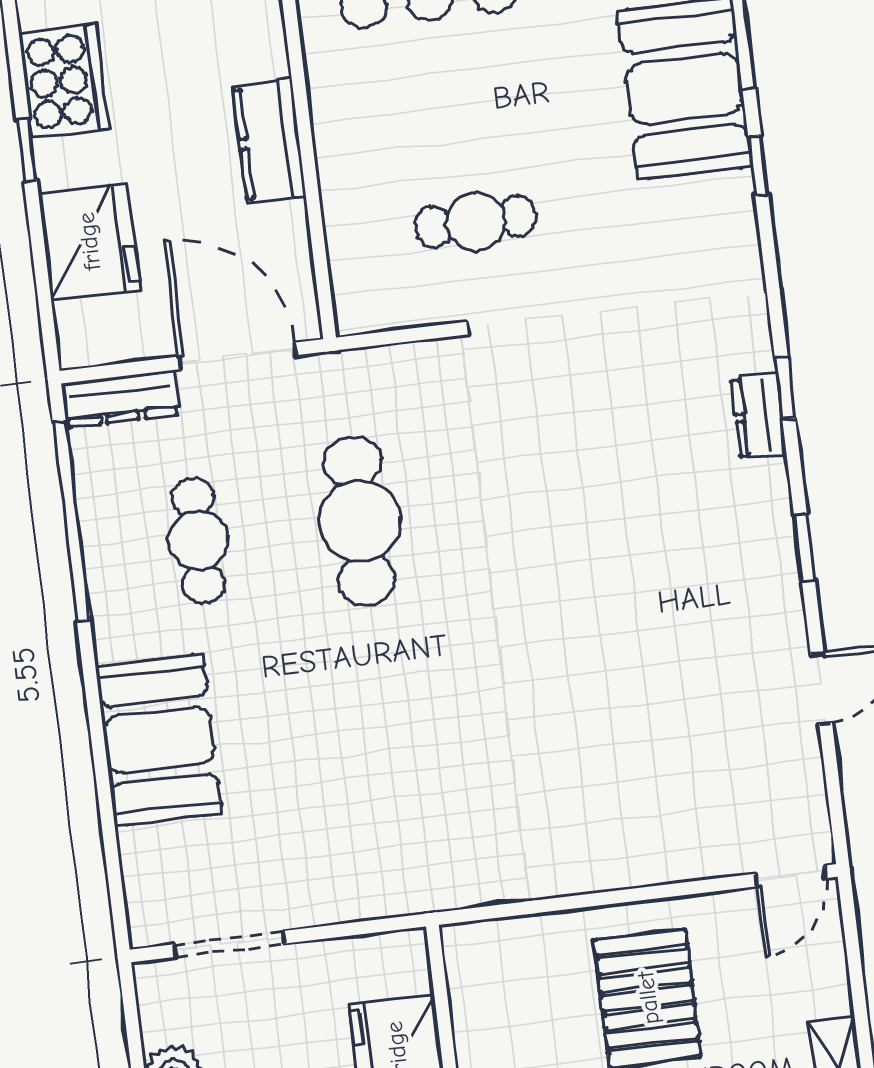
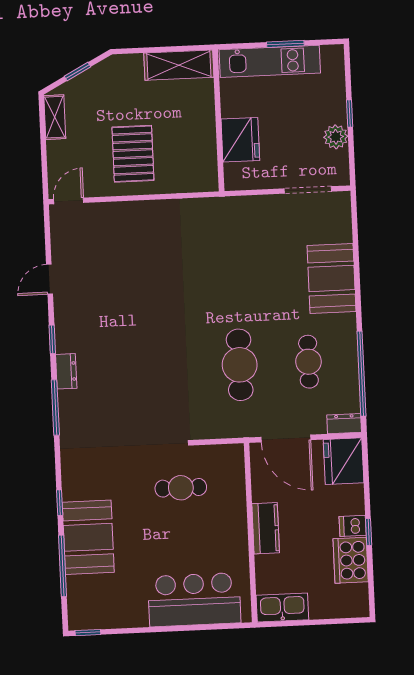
dishwasher: (65, 162) -> (353, 526), added
fridge: (89, 241) -> (344, 461), moved
window: (785, 388) -> (55, 407), width x2.17
dresser: (121, 399) -> (344, 424), width x0.70
dresser: (759, 416) -> (66, 371), moved

